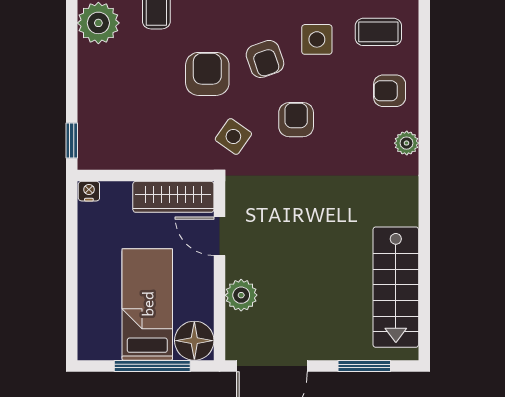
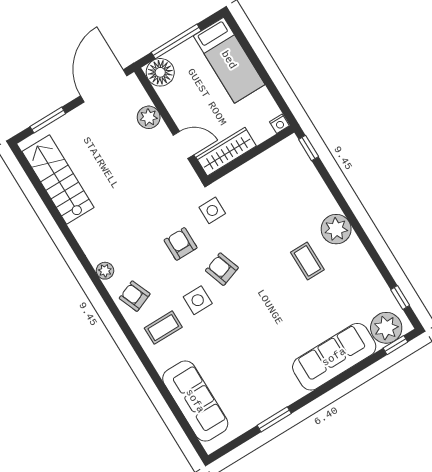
armchair: (207, 74) -> (251, 239), removed
armchair: (390, 91) -> (135, 296), turned -112
armchair: (296, 120) -> (181, 244), turned 180
side table: (233, 136) -> (212, 210), turned -35
bed: (147, 304) -> (229, 60), moved

